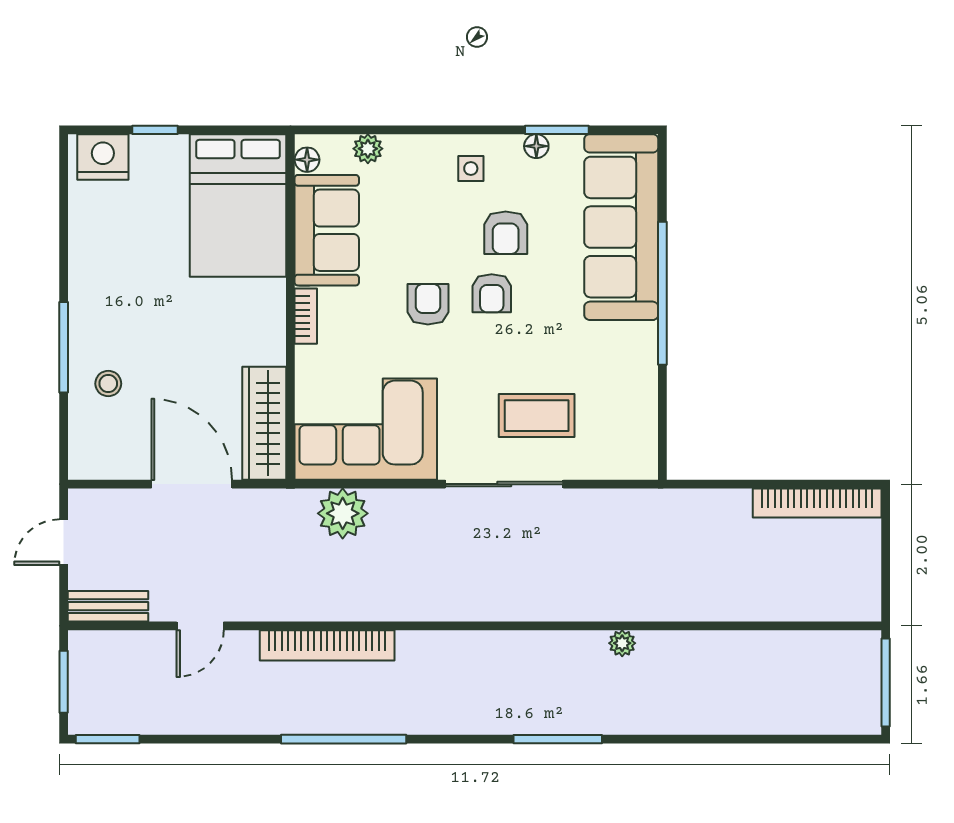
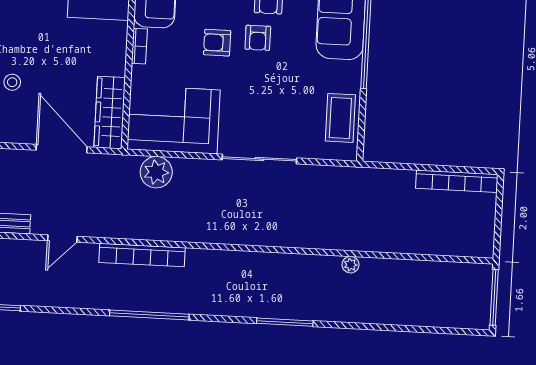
armchair: (428, 304) -> (217, 43), turned -90
coffee table: (537, 416) -> (340, 118), moved, turned 90
plant: (622, 643) -> (351, 265), moved

